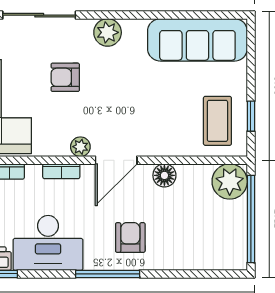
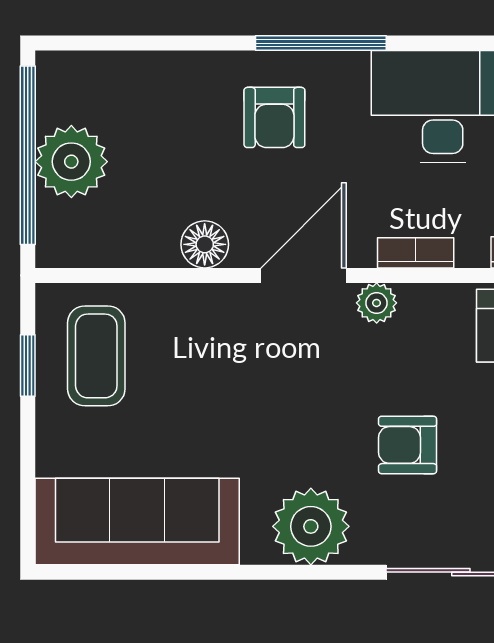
plant: (108, 32) -> (311, 526), width x1.36, depth x1.36
armchair: (65, 77) -> (408, 445), turned 180
plant: (230, 181) -> (71, 162), moved

